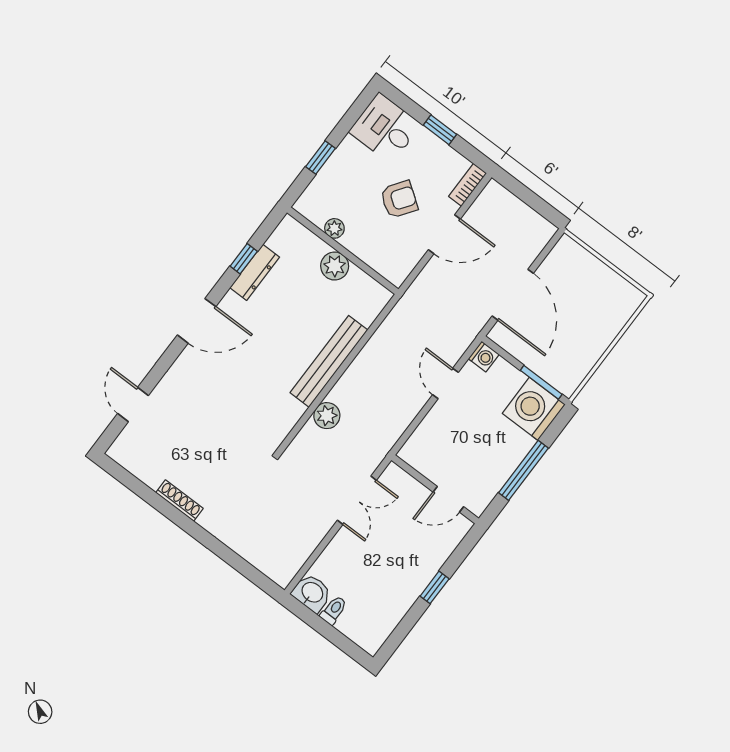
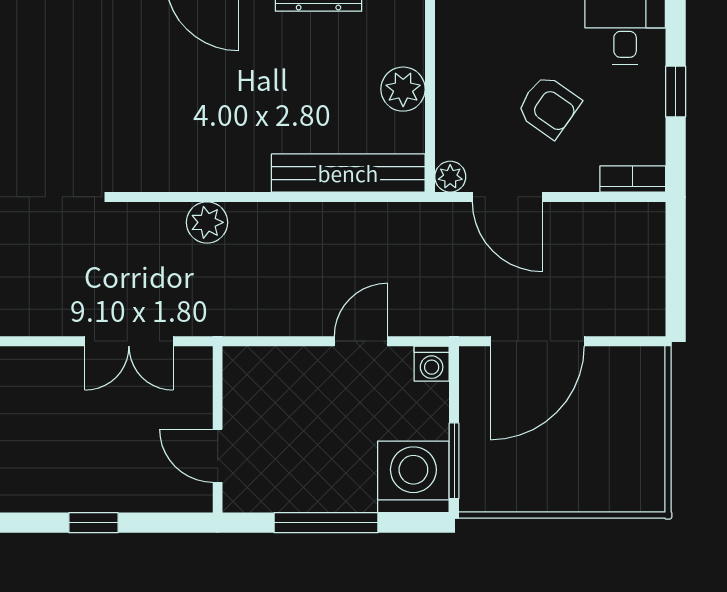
plant: (334, 228) -> (450, 177), moved
door: (444, 234) -> (507, 197), moved
bench: (329, 361) -> (348, 173), moved

